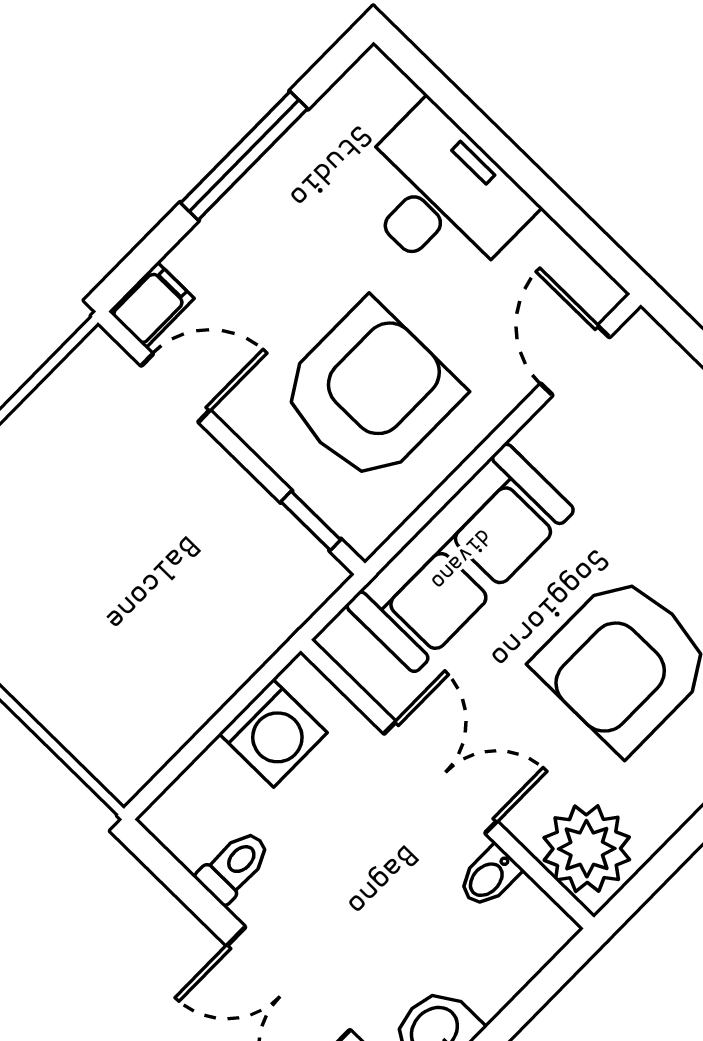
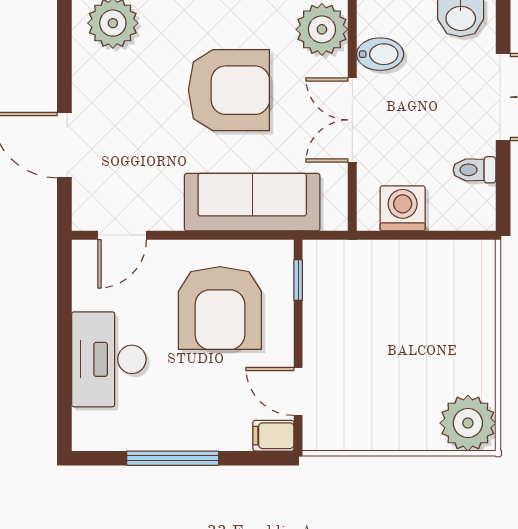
armchair: (370, 392) -> (220, 308), turned -90
bidet: (489, 877) -> (380, 54), width x1.38, depth x1.36

